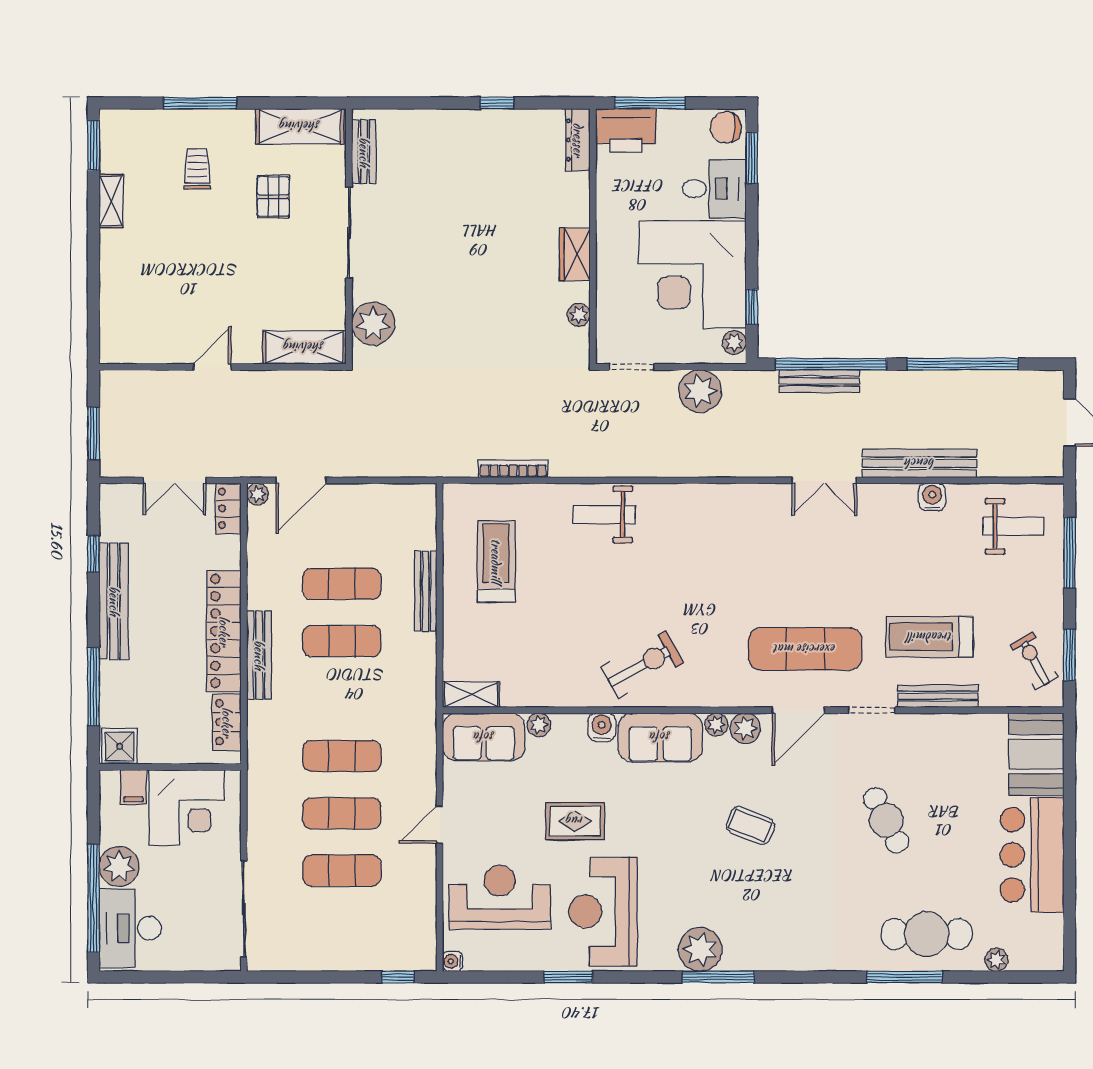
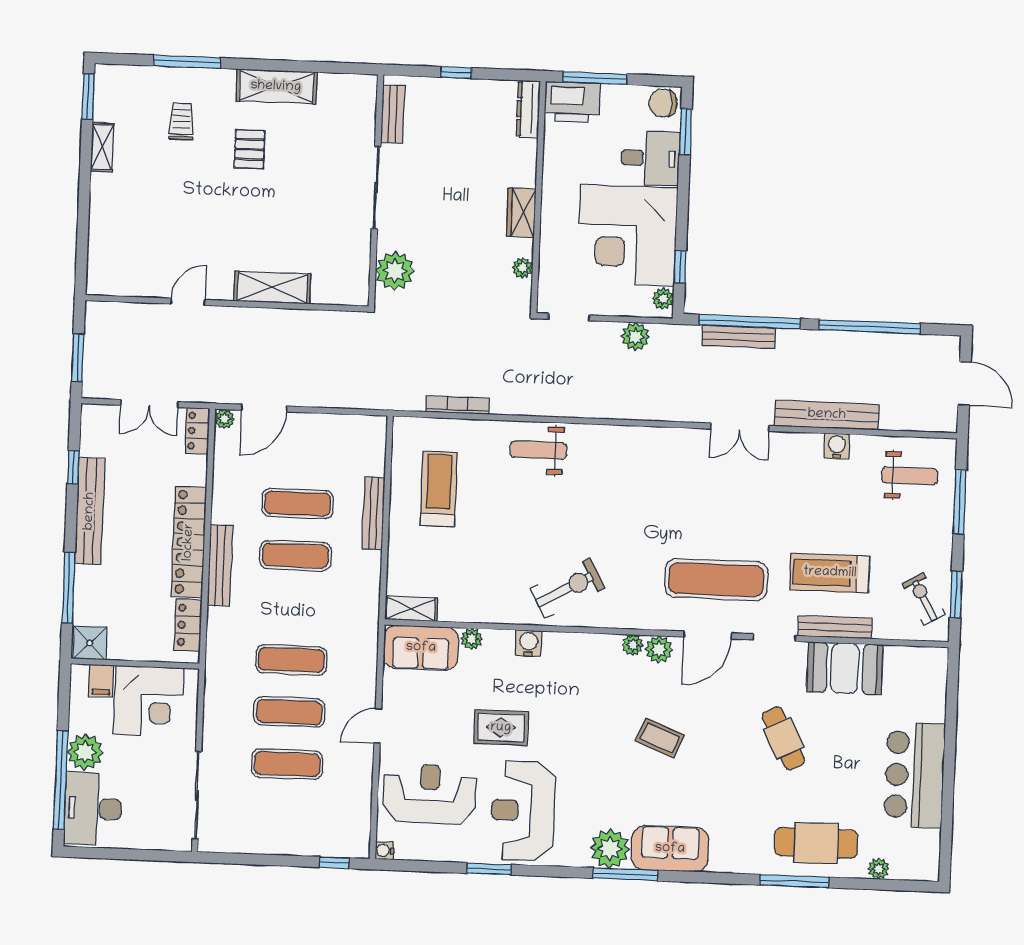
bench: (364, 152) -> (393, 114), moved
sliding door: (349, 233) -> (376, 187), moved
wall: (349, 236) -> (376, 191), moved
plant: (373, 324) -> (395, 271), moved
plant: (700, 391) -> (635, 337), width x0.73, depth x0.73
sofa: (660, 737) -> (670, 849), moved, turned 180
booth: (1036, 754) -> (845, 668), moved, turned 90

